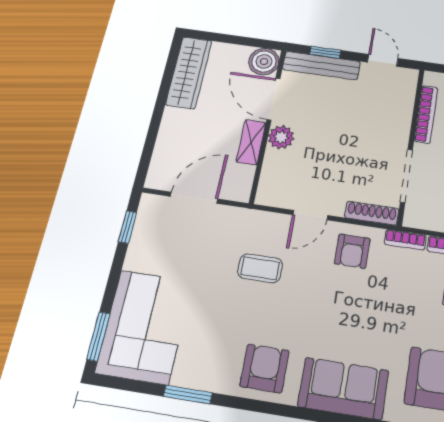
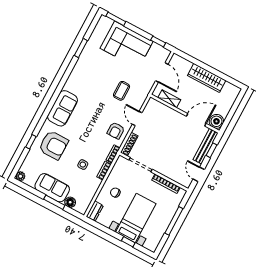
door: (383, 60) -> (199, 174), swing flipped
wardrobe: (189, 72) -> (207, 78), moved
plant: (281, 137) -> (177, 117), removed
shelving: (251, 142) -> (169, 99), moved
armchair: (352, 251) -> (116, 131), turned -90
corner sofa: (144, 327) -> (127, 45), moved
armchair: (264, 368) -> (81, 80), removed

